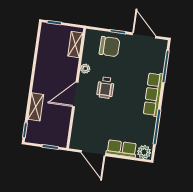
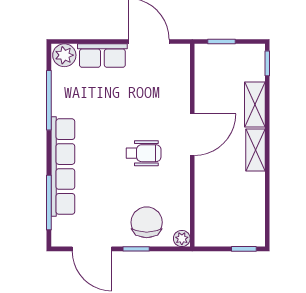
shelving: (75, 45) -> (256, 150), moved
chair: (109, 47) -> (147, 222), turned 90
plant: (85, 69) -> (182, 239), moved
wheelchair: (106, 88) -> (144, 153), turned 90
row of seats: (153, 94) -> (63, 167), width x1.36

